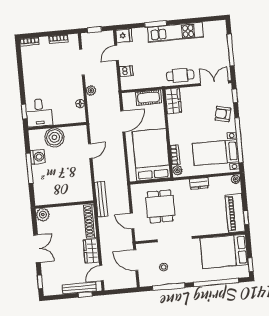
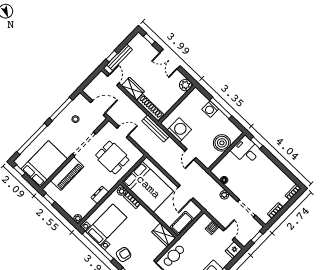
washing machine: (38, 157) -> (210, 109), moved
washing machine: (81, 180) -> (179, 130), added
piano: (235, 213) -> (67, 174), moved, turned 90

